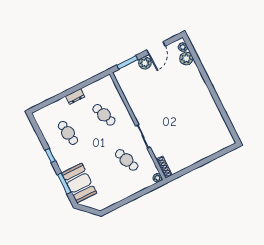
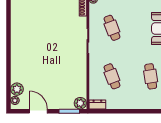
door: (156, 48) -> (38, 111), hinge flipped
plant: (145, 63) -> (80, 103), moved
dresser: (75, 97) -> (97, 104), moved

